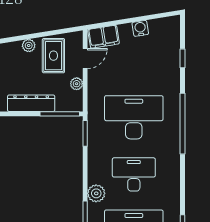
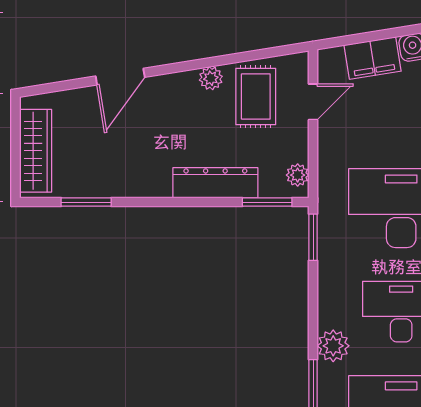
filing cabinet: (104, 37) -> (373, 58), moved
plant: (77, 84) -> (298, 175), moved
window: (60, 114) -> (267, 202), width x0.69

